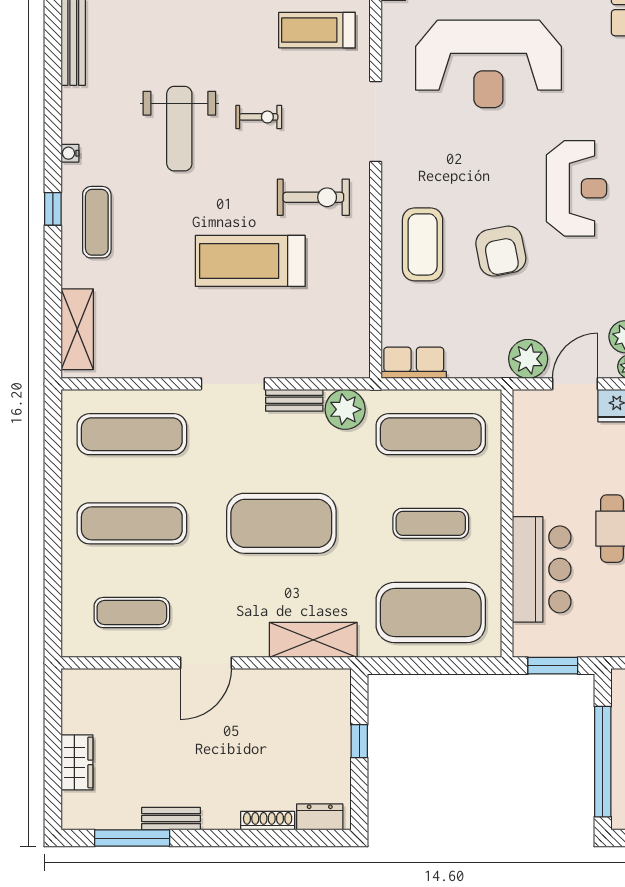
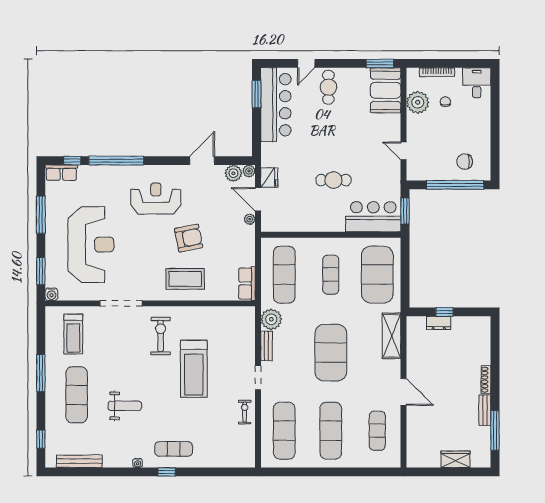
exercise mat: (200, 36) -> (77, 395), added
exercise bike: (259, 117) -> (245, 412), moved
weight bench: (179, 129) -> (125, 406), width x0.73, depth x0.75
shelving: (77, 329) -> (229, 459), removed
plant: (528, 359) -> (250, 219), width x0.53, depth x0.53
doorway: (233, 384) -> (258, 378), width x0.73
bar counter: (542, 569) -> (373, 217), moved
dresser: (320, 817) -> (439, 323), moved, turned -90
shoe rack: (268, 821) -> (486, 380), moved

